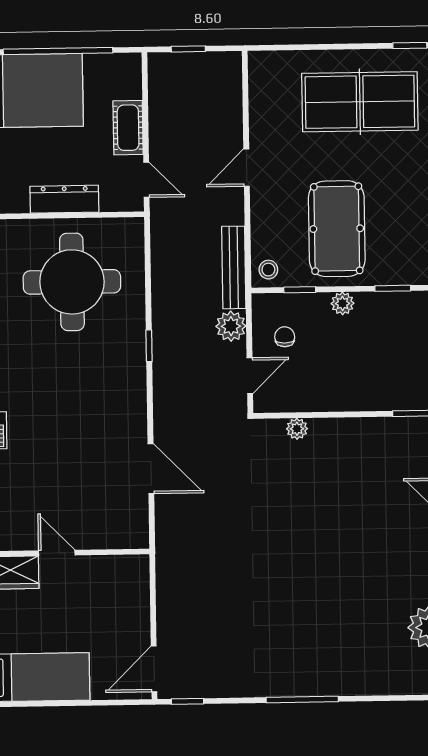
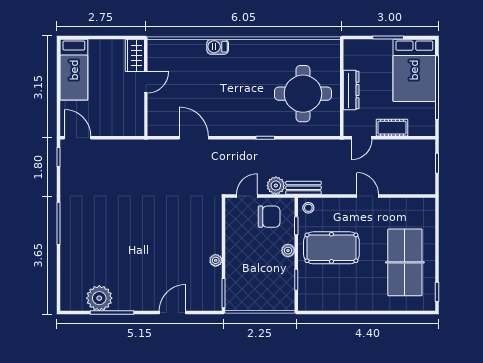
bench: (234, 267) -> (304, 188), width x0.73
chair: (285, 337) -> (269, 217), width x1.87, depth x1.87
door: (250, 376) -> (247, 196), swing flipped
plant: (297, 429) -> (216, 260), moved
door: (151, 469) -> (194, 138), swing flipped

